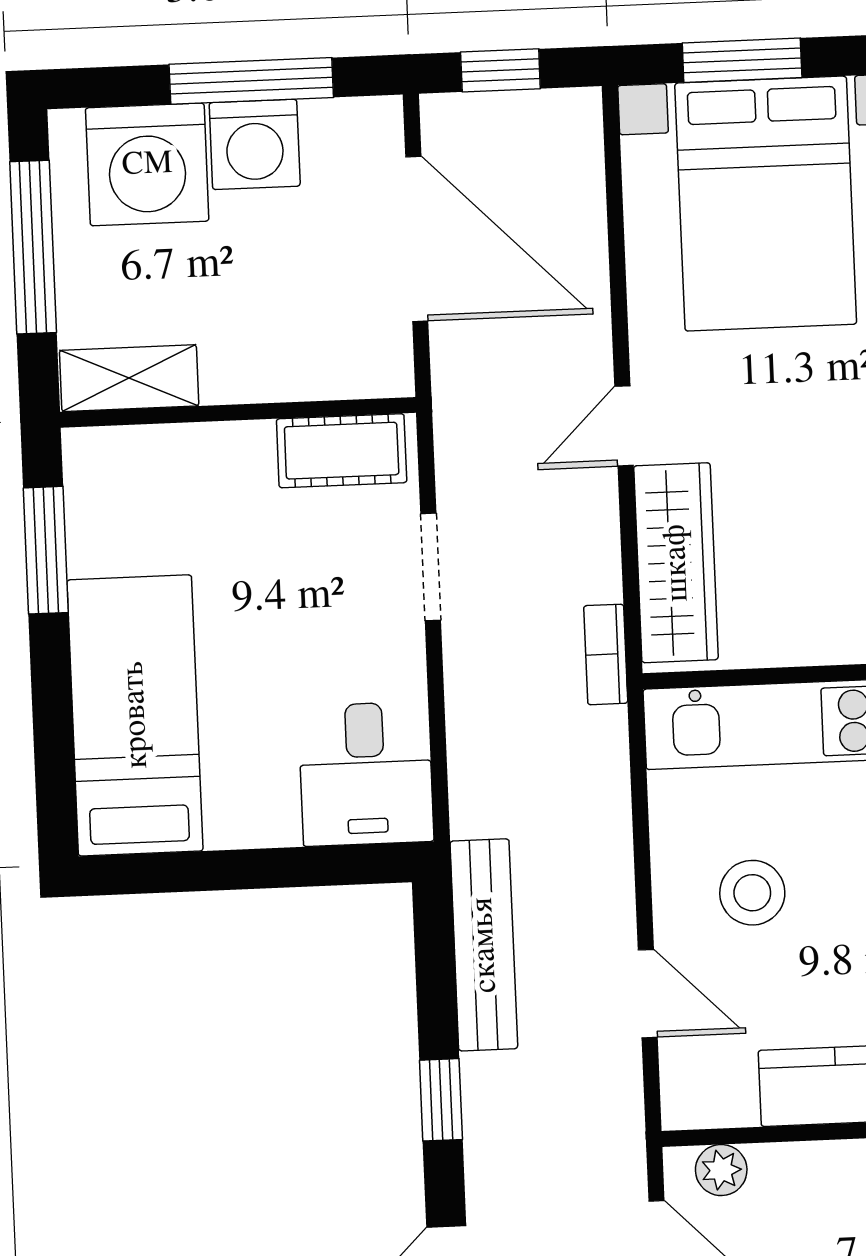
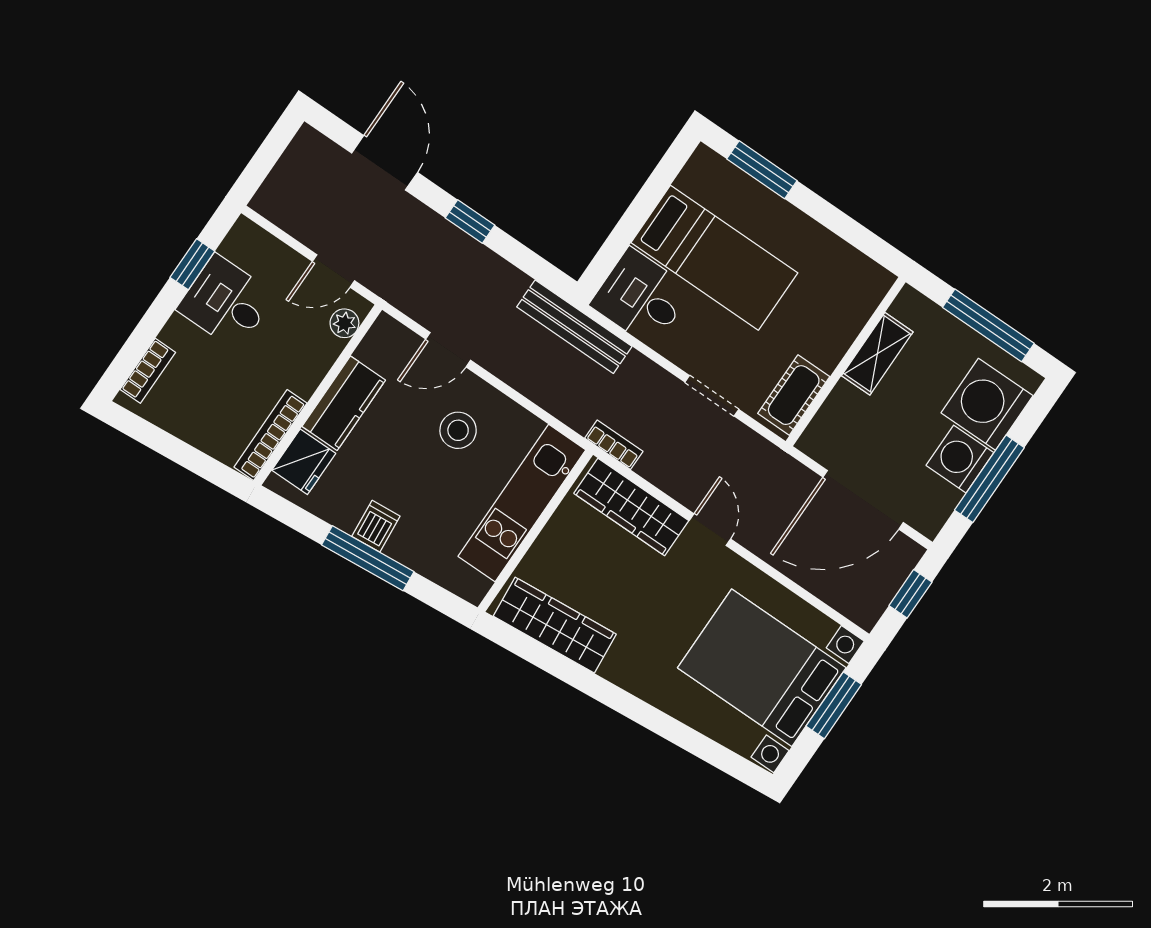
shelving: (129, 378) -> (877, 354), moved
window: (46, 550) -> (762, 170), moved
bed: (135, 715) -> (714, 258), moved
bench: (484, 945) -> (574, 327), moved

